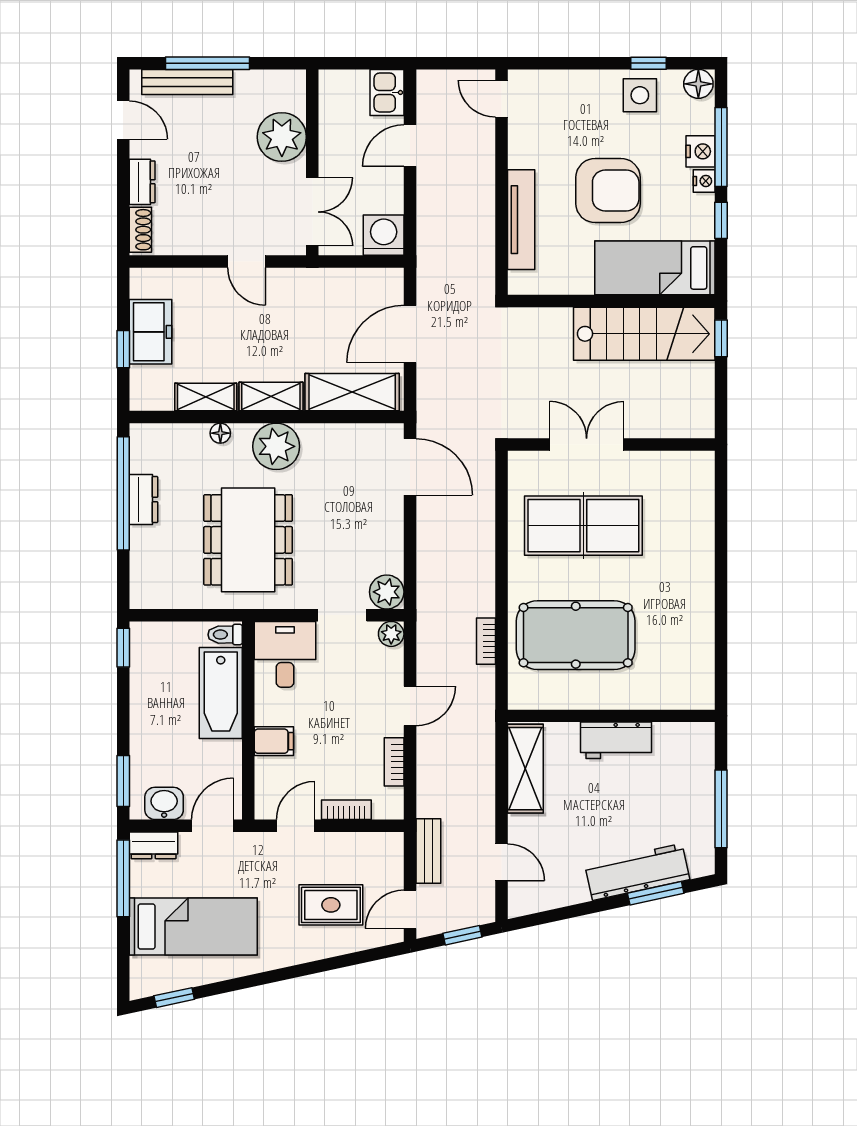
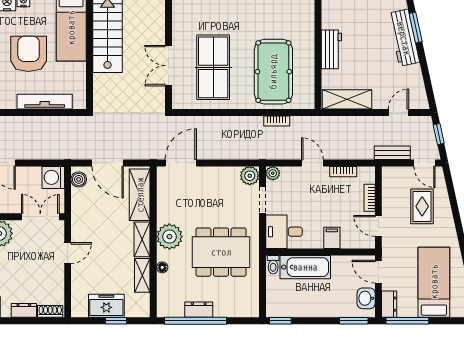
boiler: (380, 281) -> (79, 179), added

